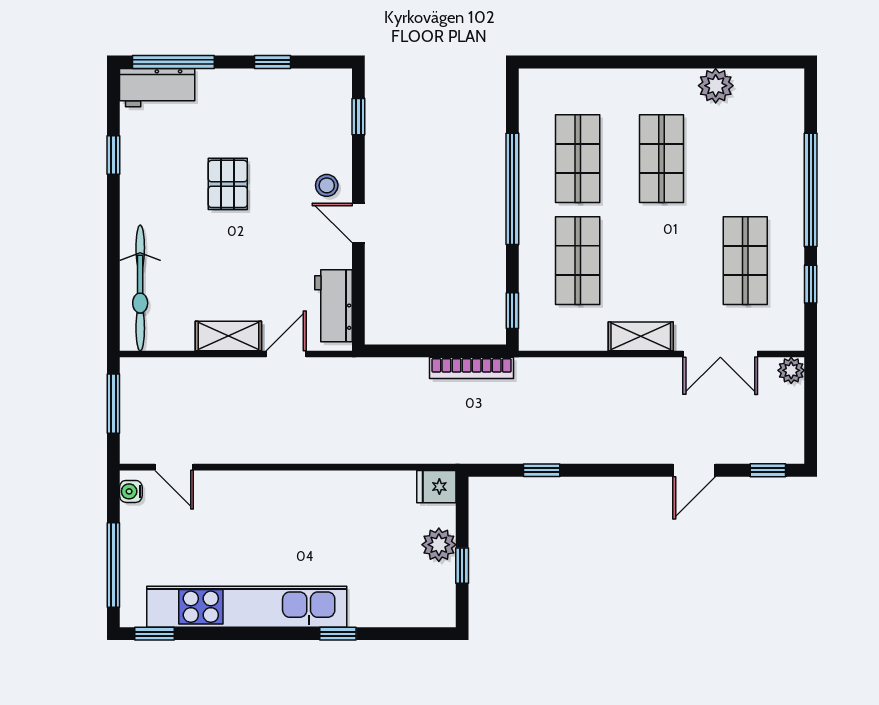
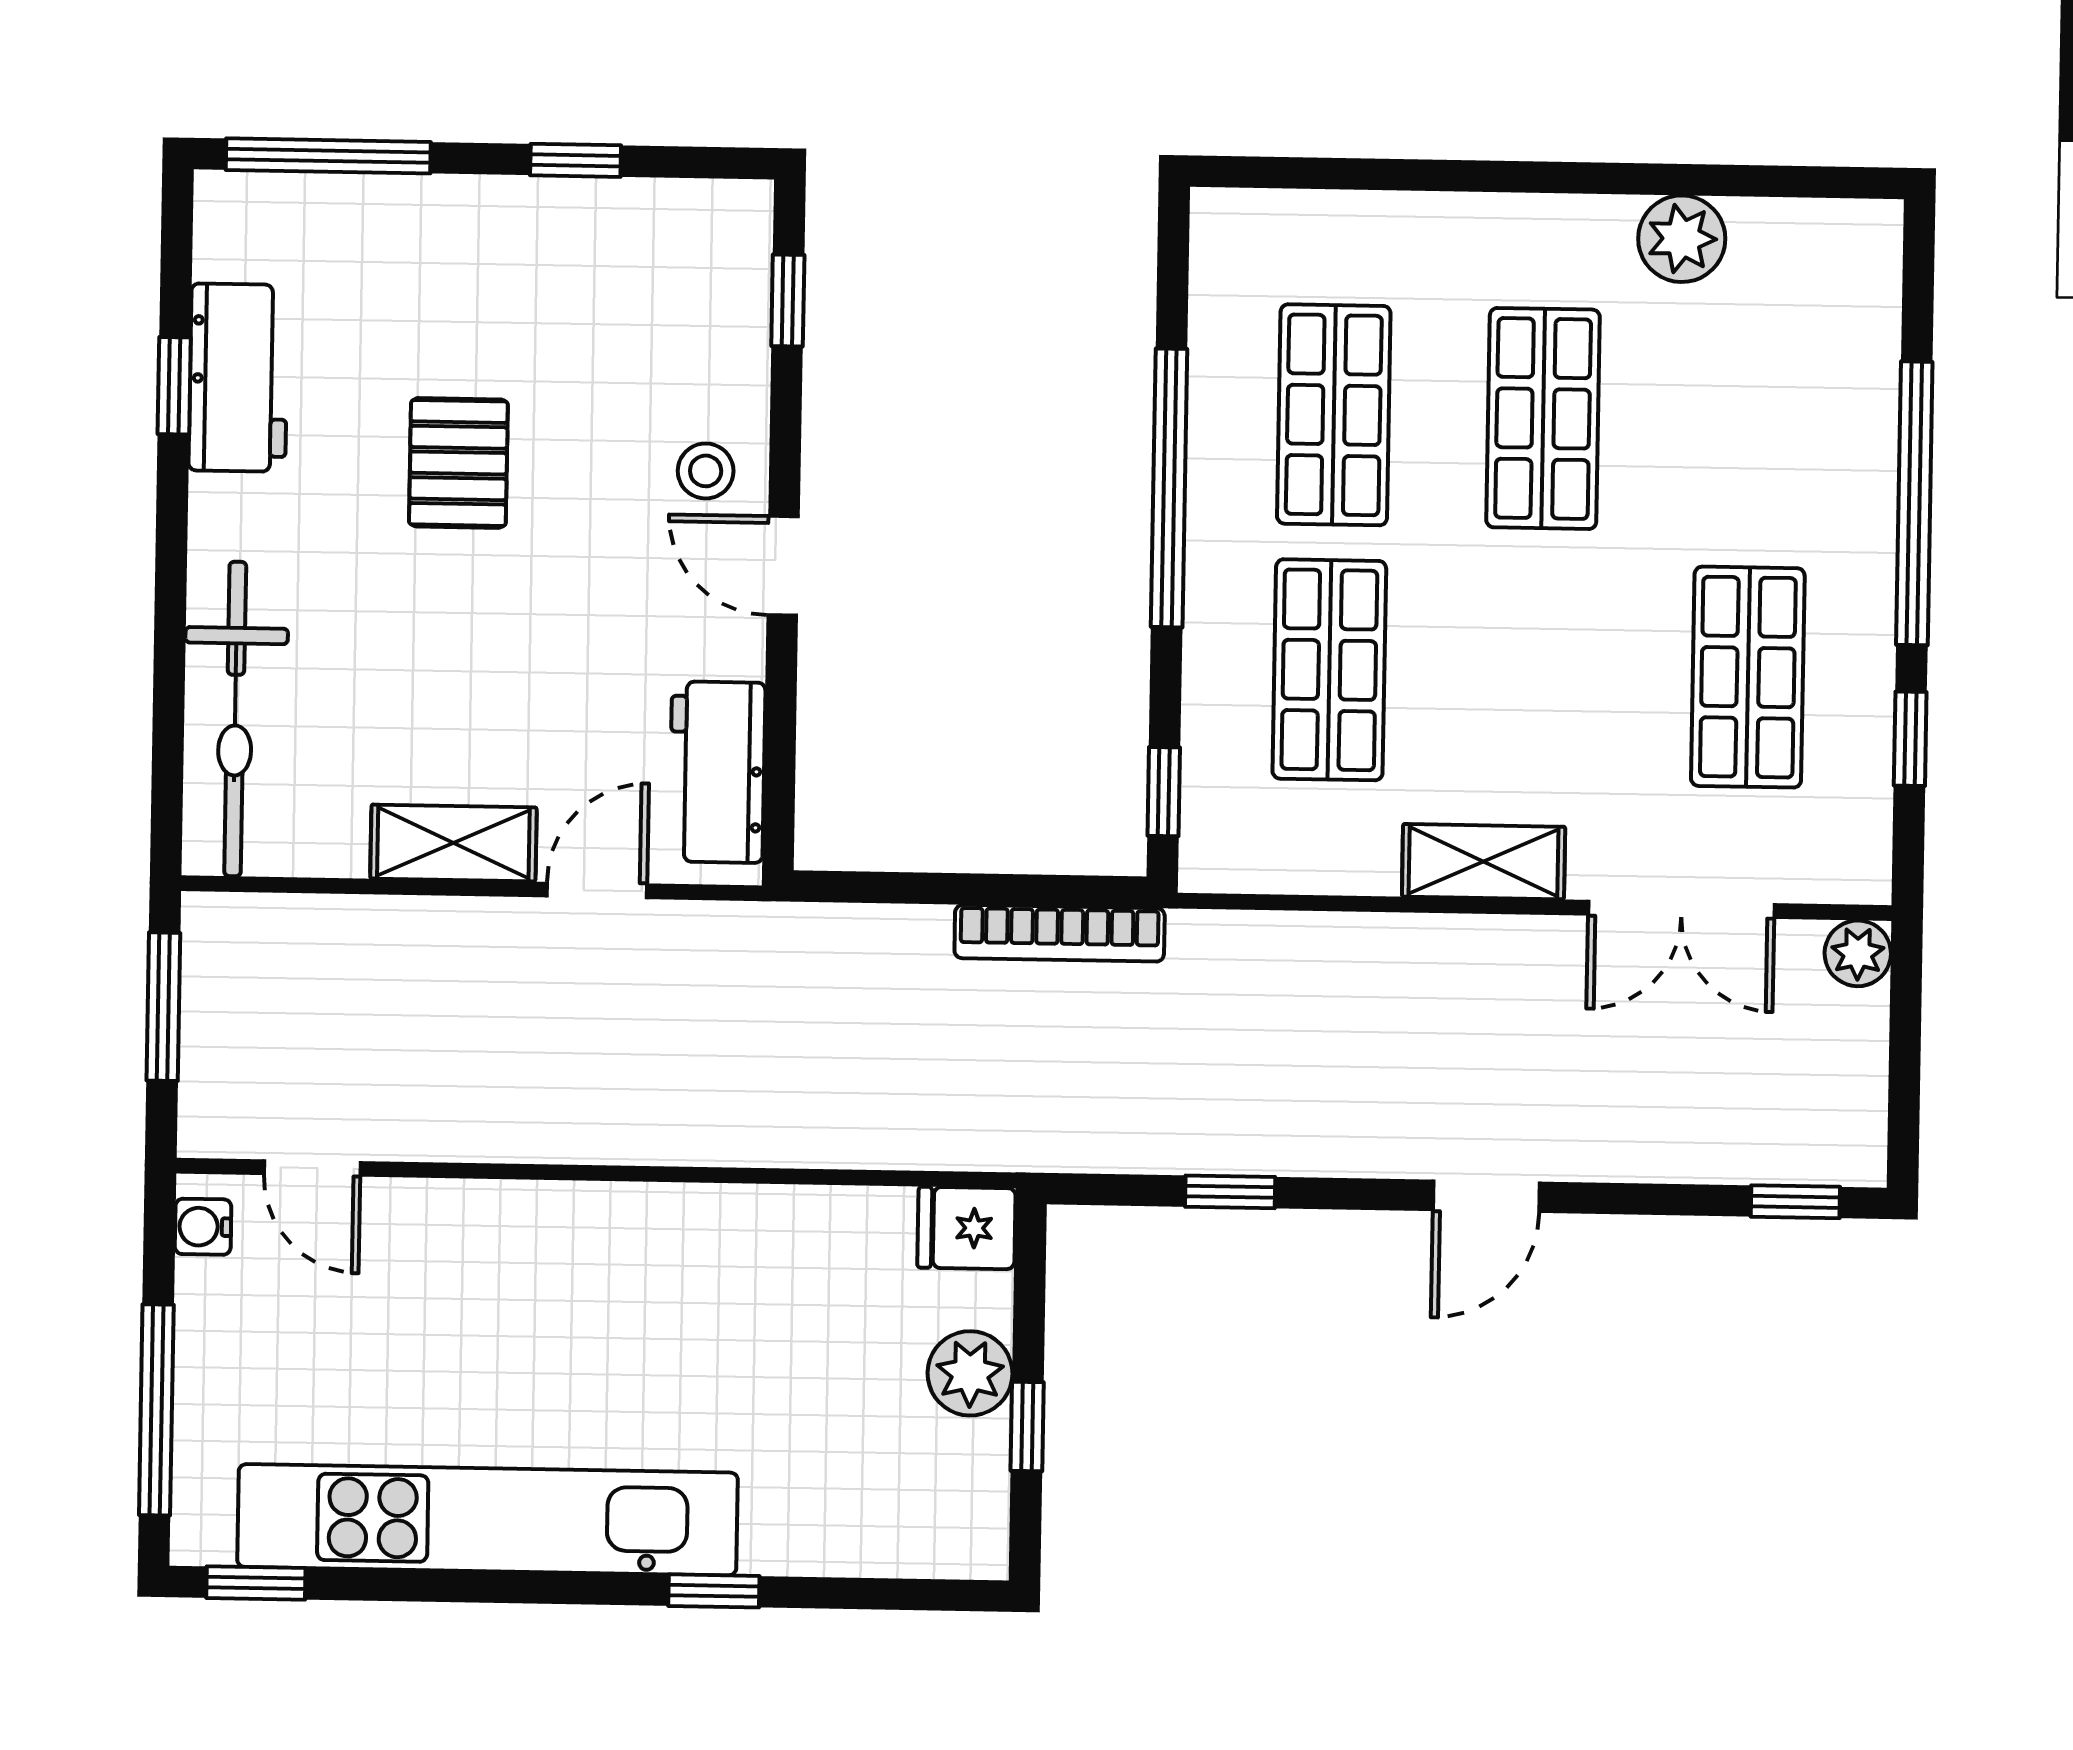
workbench: (157, 88) -> (238, 378), moved, turned -90
door: (694, 470) -> (1486, 1196), moved

